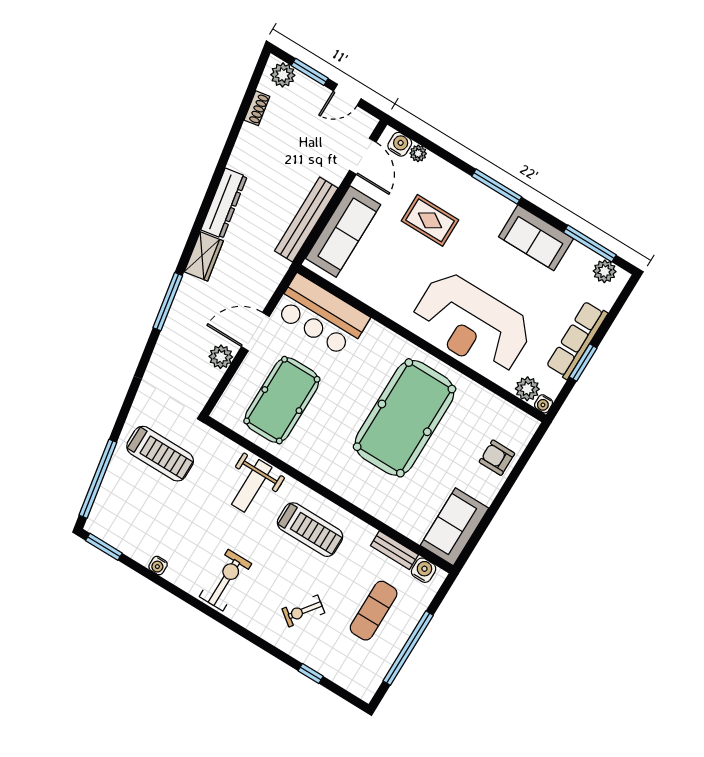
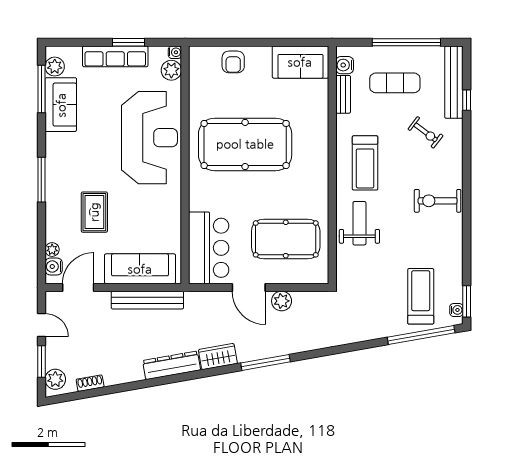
sofa: (536, 238) -> (61, 105), moved
treadmill: (160, 454) -> (421, 296), moved
weight bench: (252, 486) -> (359, 223), turned -90
treadmill: (310, 530) -> (365, 163), turned 180
water cooler: (158, 565) -> (456, 310), moved
bench: (337, 672) -> (454, 82), added

